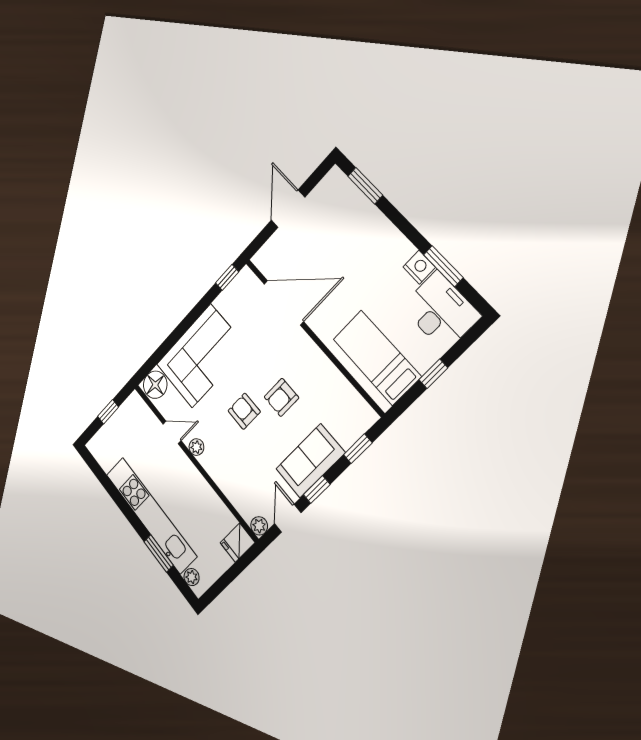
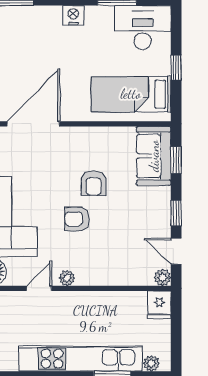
nightstand: (419, 267) -> (73, 15), moved
sofa: (310, 461) -> (154, 156), moved

